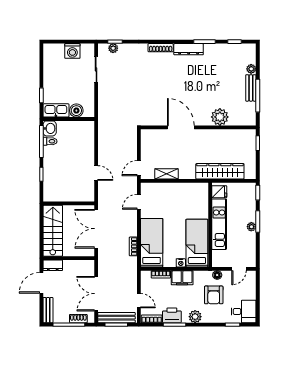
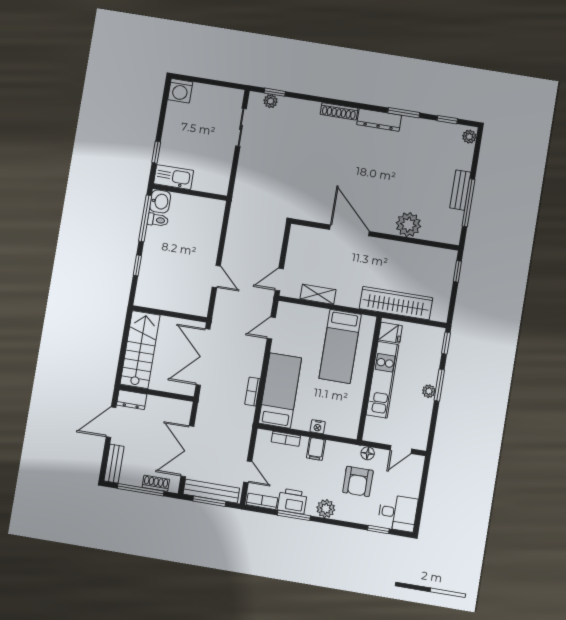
washing machine: (72, 51) -> (180, 91), moved
plant: (251, 69) -> (469, 137), moved
boiler: (76, 111) -> (203, 182), removed
bed: (197, 243) -> (340, 346), moved, turned 180
filing cabinet: (182, 278) -> (316, 449), width x0.50

